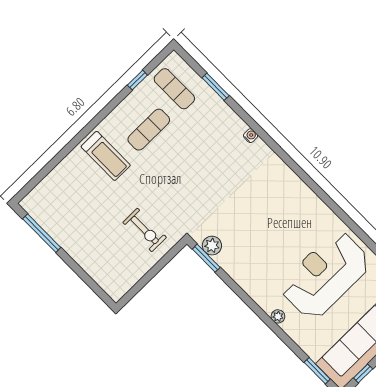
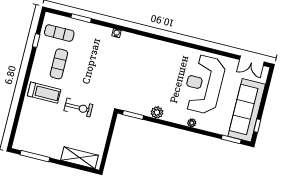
exercise bike: (145, 230) -> (78, 108), moved
plant: (212, 246) -> (157, 112), moved
shelving: (100, 272) -> (79, 158), added

